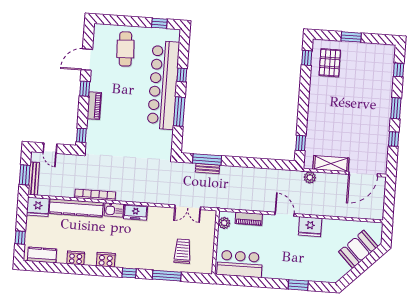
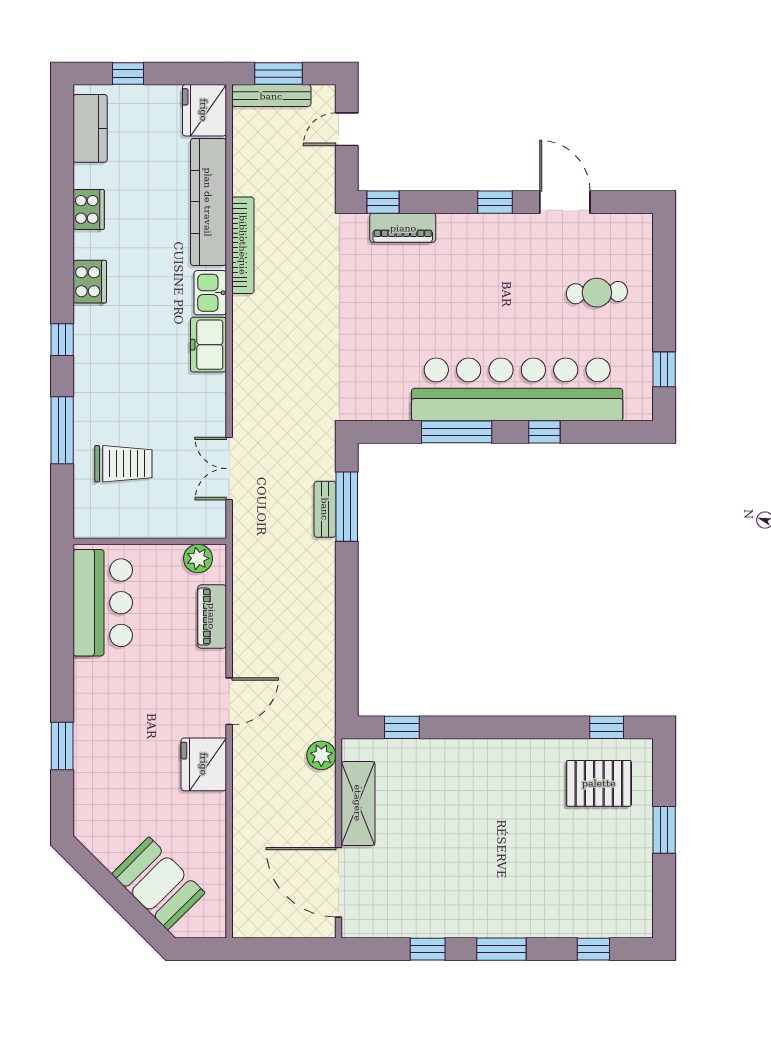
cafe table: (125, 49) -> (597, 293), width x0.73, depth x0.74
piano: (94, 106) -> (403, 228), moved

